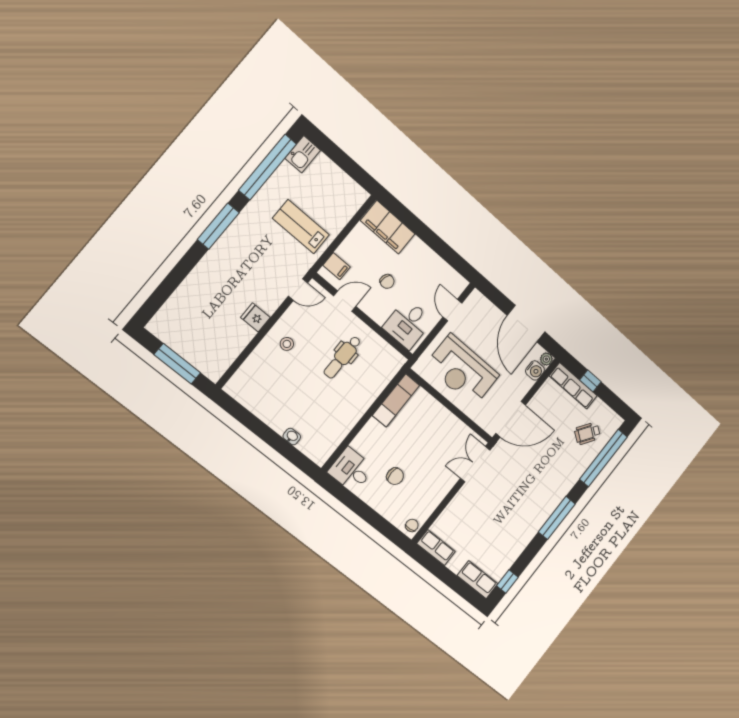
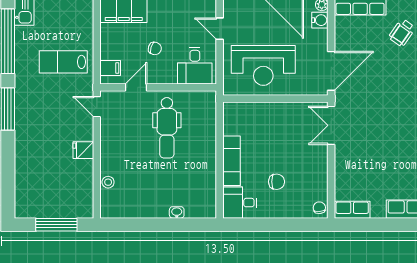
door: (298, 290) -> (97, 107), swing flipped
stool: (287, 344) -> (108, 182), moved
dental chair: (342, 357) -> (167, 128), width x1.36, depth x1.38
exam couch: (396, 400) -> (232, 161), moved

